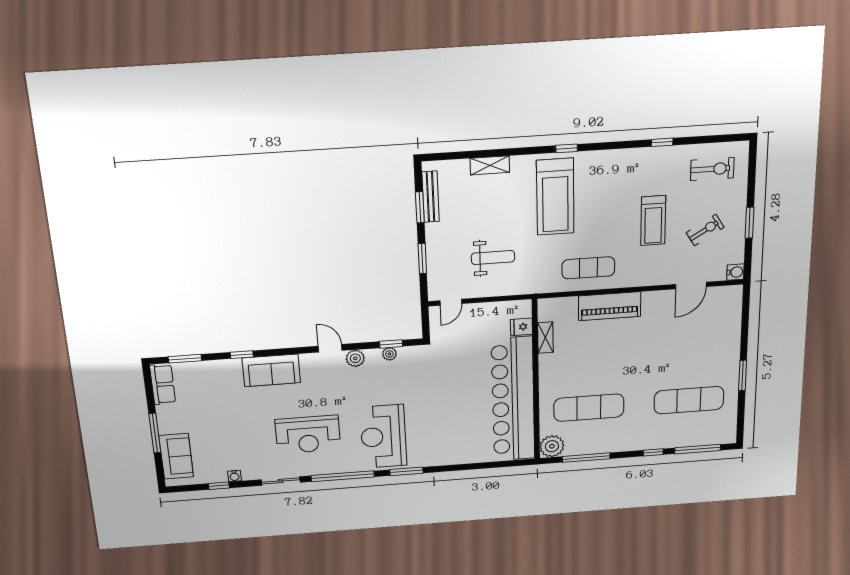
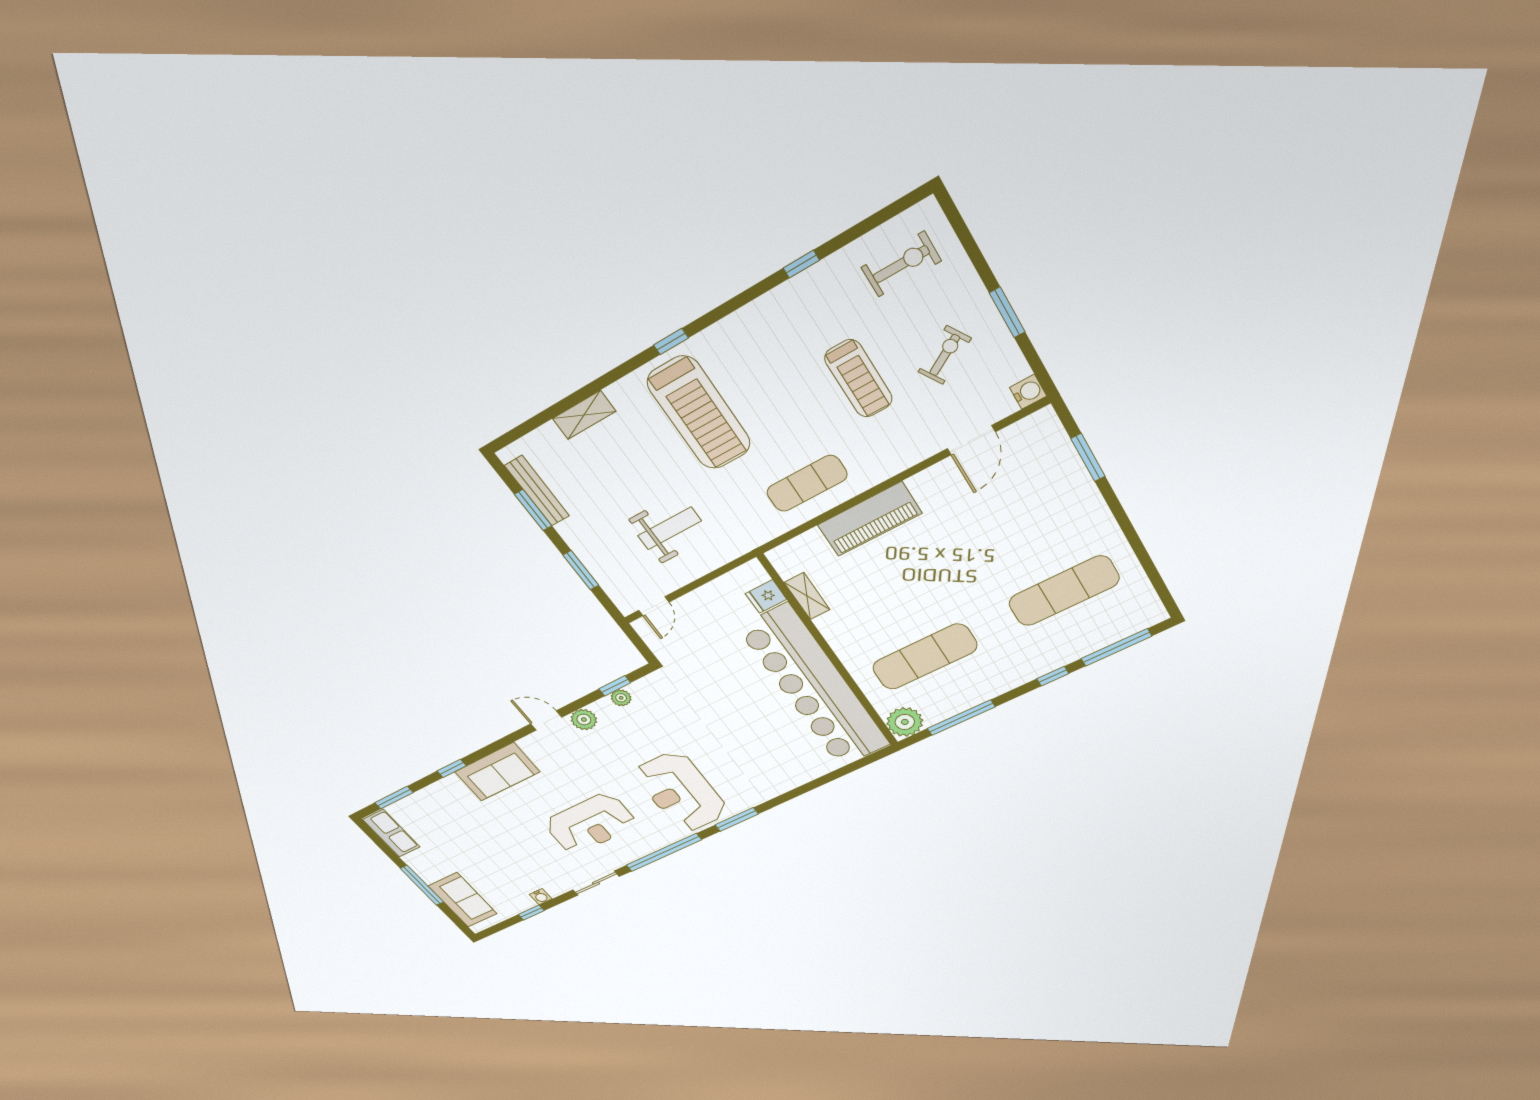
window: (743, 375) -> (1088, 458), moved

